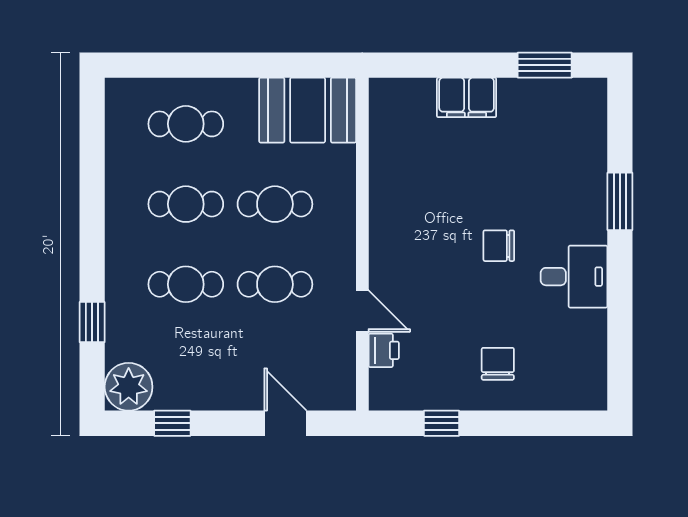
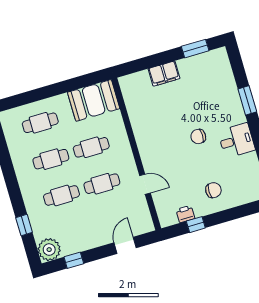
printer: (384, 350) -> (185, 214), moved, turned -90
chair: (498, 364) -> (213, 190), turned 90
door: (285, 423) -> (125, 245), hinge flipped

